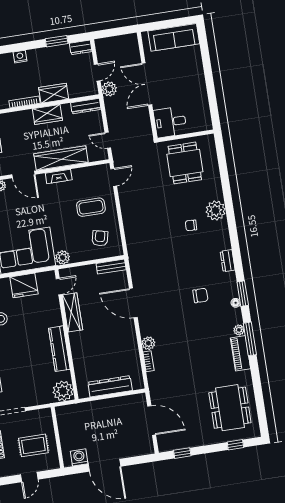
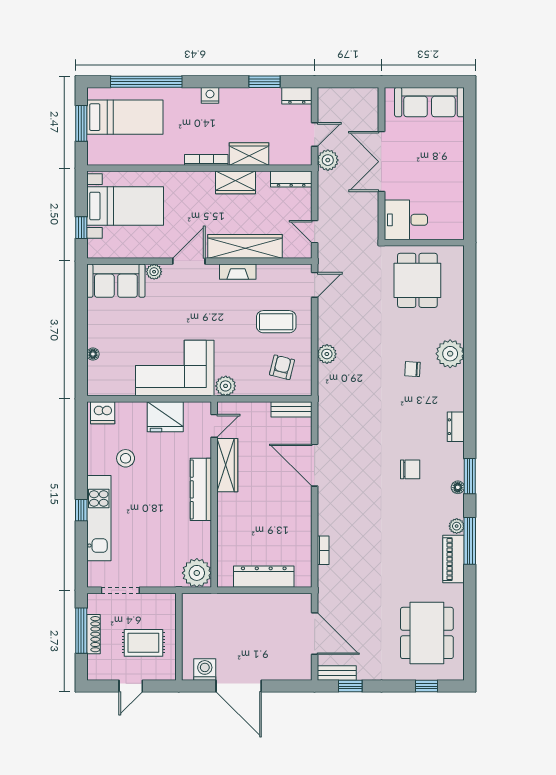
door: (23, 175) -> (189, 261), swing flipped
plant: (148, 343) -> (327, 354), moved
kitchen counter: (59, 349) -> (201, 489), moved
bench: (171, 445) -> (337, 673), added

